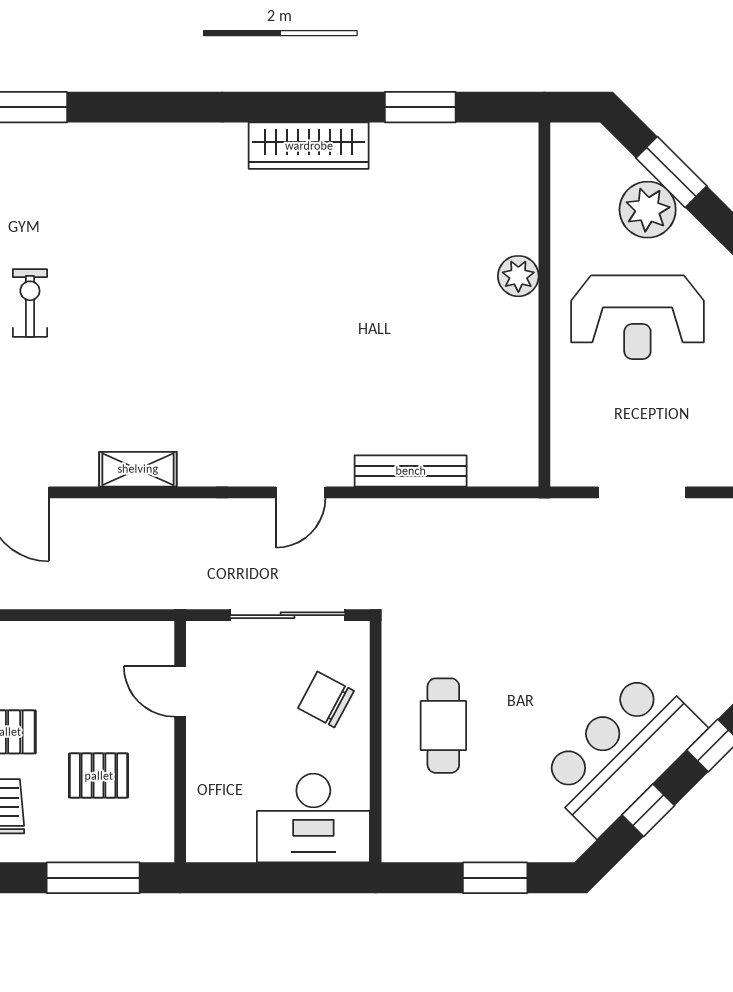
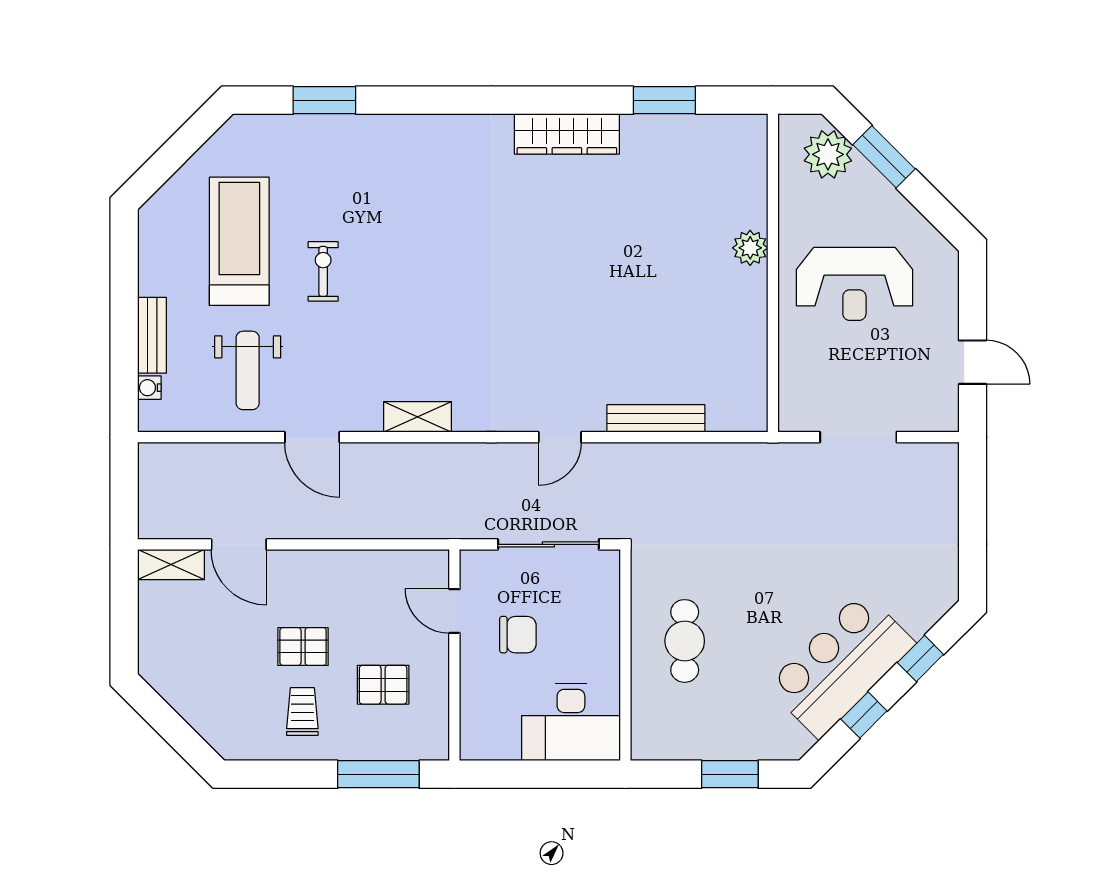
plant: (648, 210) -> (828, 154), moved
chair: (326, 699) -> (518, 635), moved, turned 152

